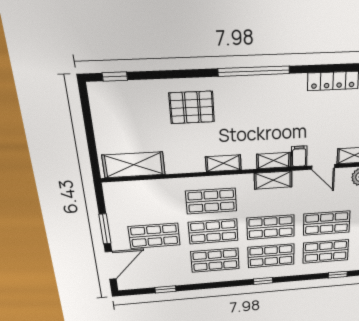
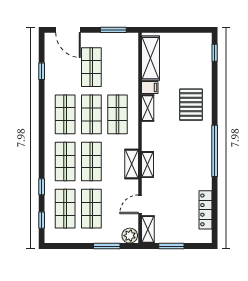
filing cabinet: (299, 156) -> (150, 87), moved
shelving: (223, 163) -> (148, 108), moved
window: (105, 229) -> (113, 30), moved
window: (263, 281) -> (42, 187), moved

